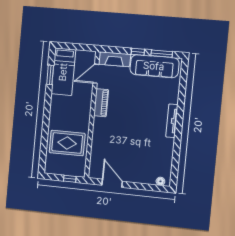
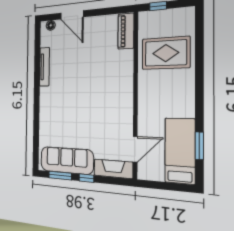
piano: (101, 103) -> (126, 31), moved
tv unit: (172, 121) -> (45, 67), moved
door: (112, 183) -> (72, 15), moved

